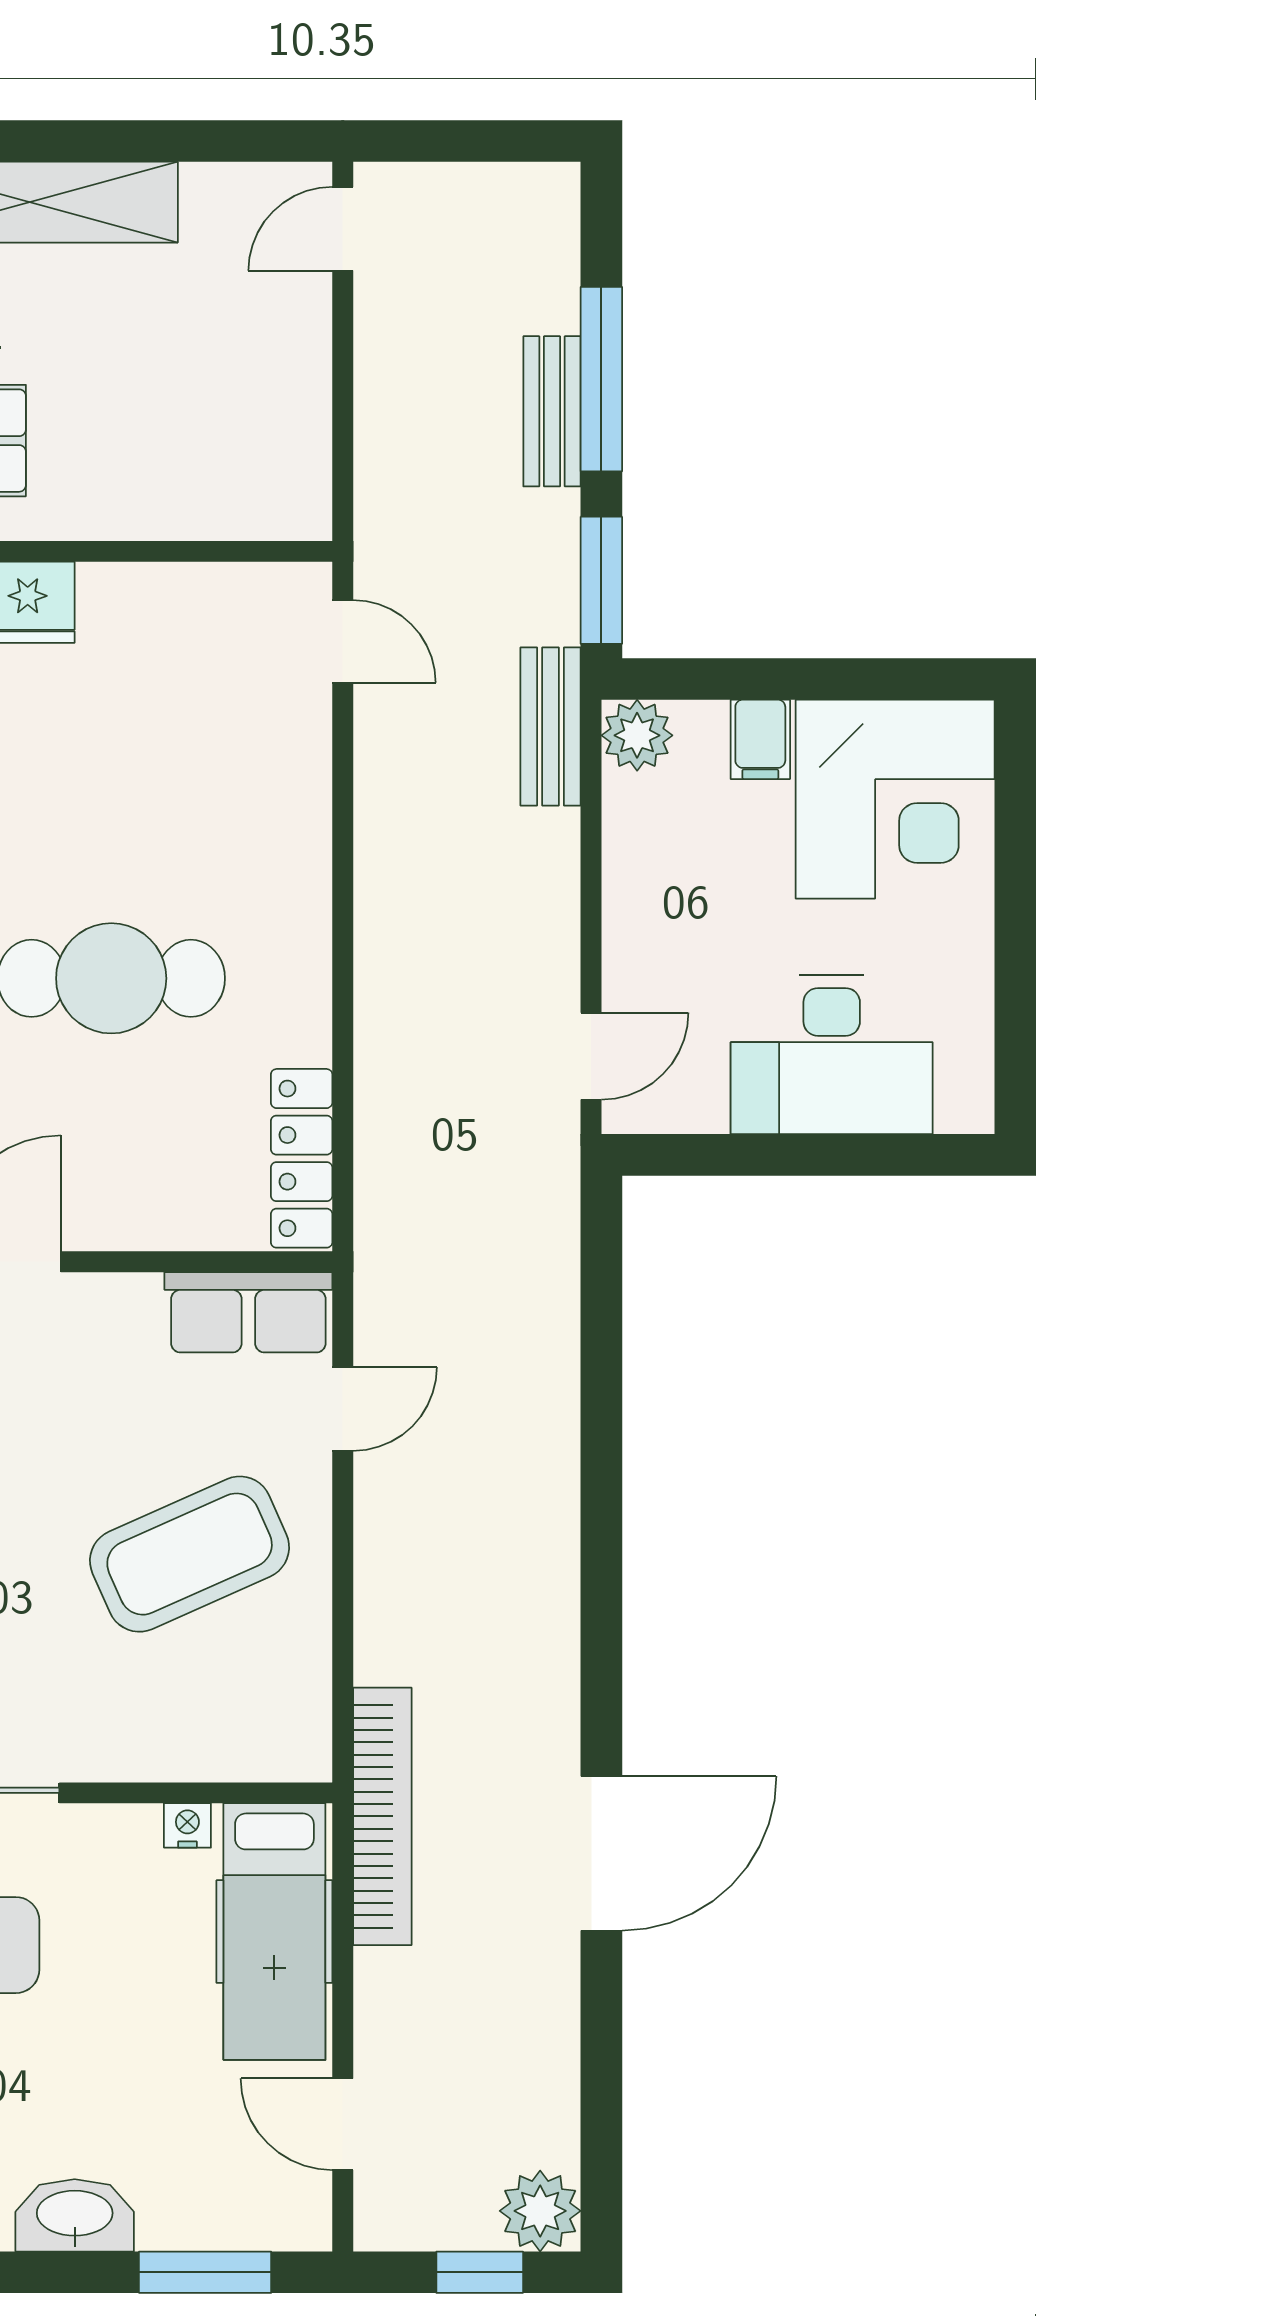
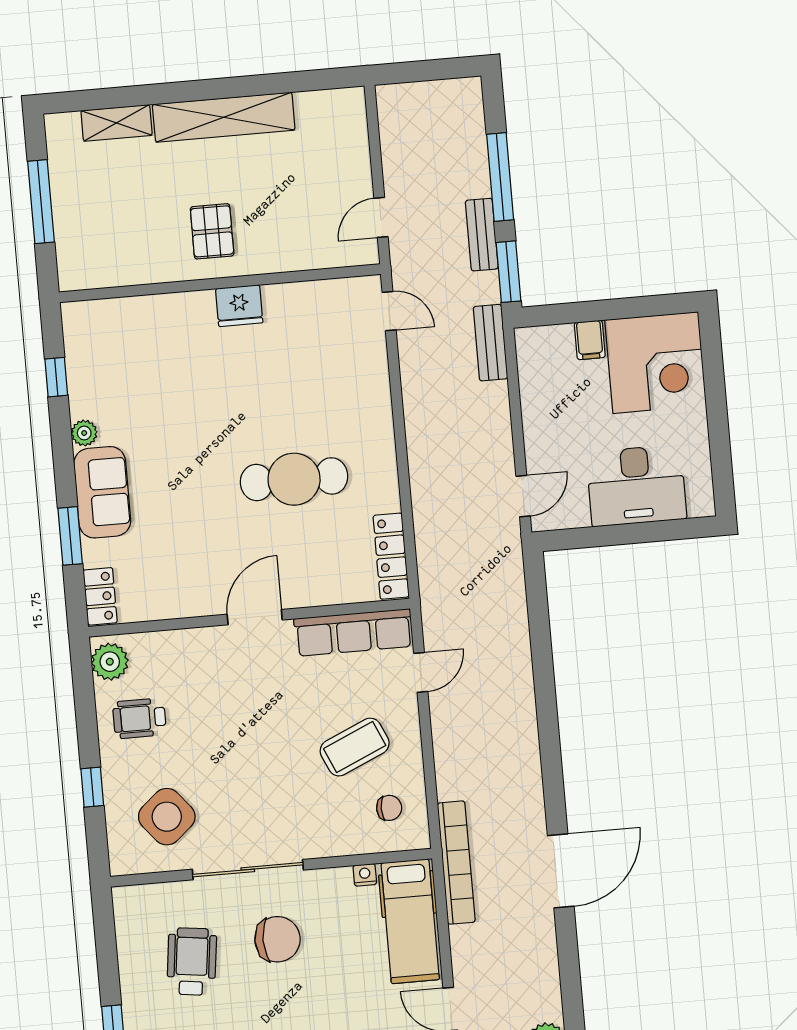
door: (343, 229) -> (381, 217), moved
bench: (552, 411) -> (482, 235), moved
plant: (637, 735) -> (532, 343), removed
row of seats: (248, 1312) -> (353, 632), width x1.48
coffee table: (190, 1554) -> (355, 747), width x0.73, depth x0.76
chair: (251, 1689) -> (389, 808), added

